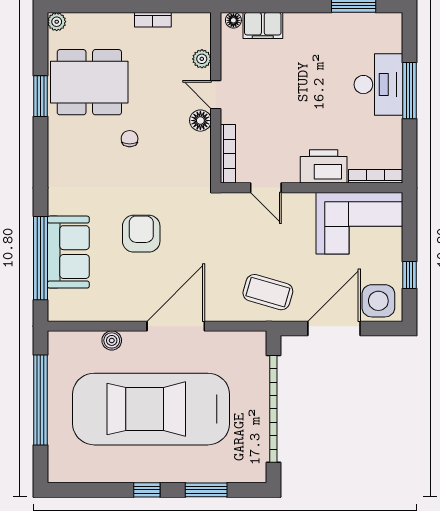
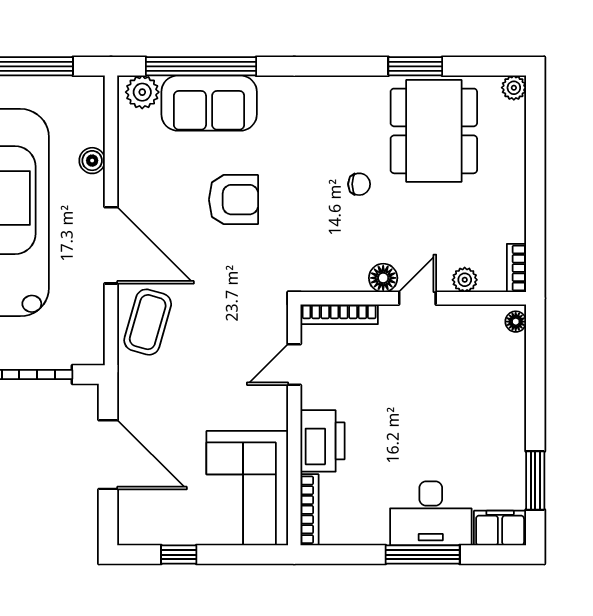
bookcase: (153, 20) -> (516, 268), moved
filing cabinet: (263, 26) -> (500, 528), moved, turned 90
coffee table: (268, 292) -> (148, 322), moved
side table: (378, 301) -> (145, 513), removed
plant: (60, 303) -> (142, 92), added

